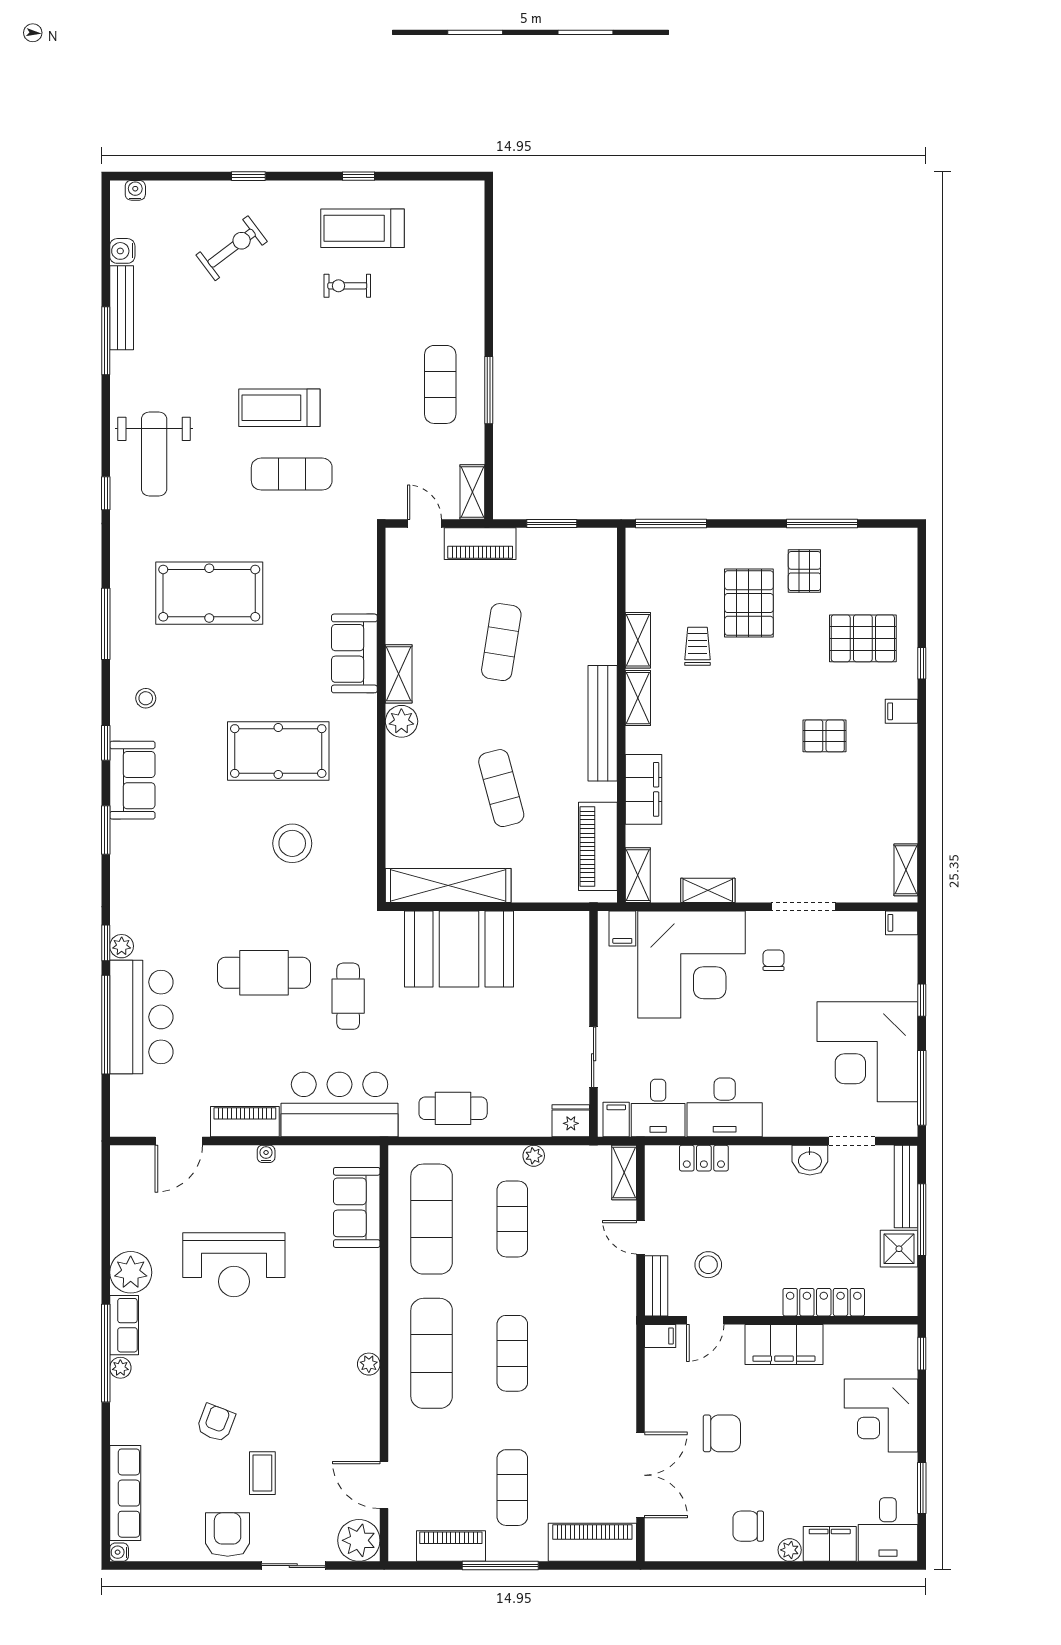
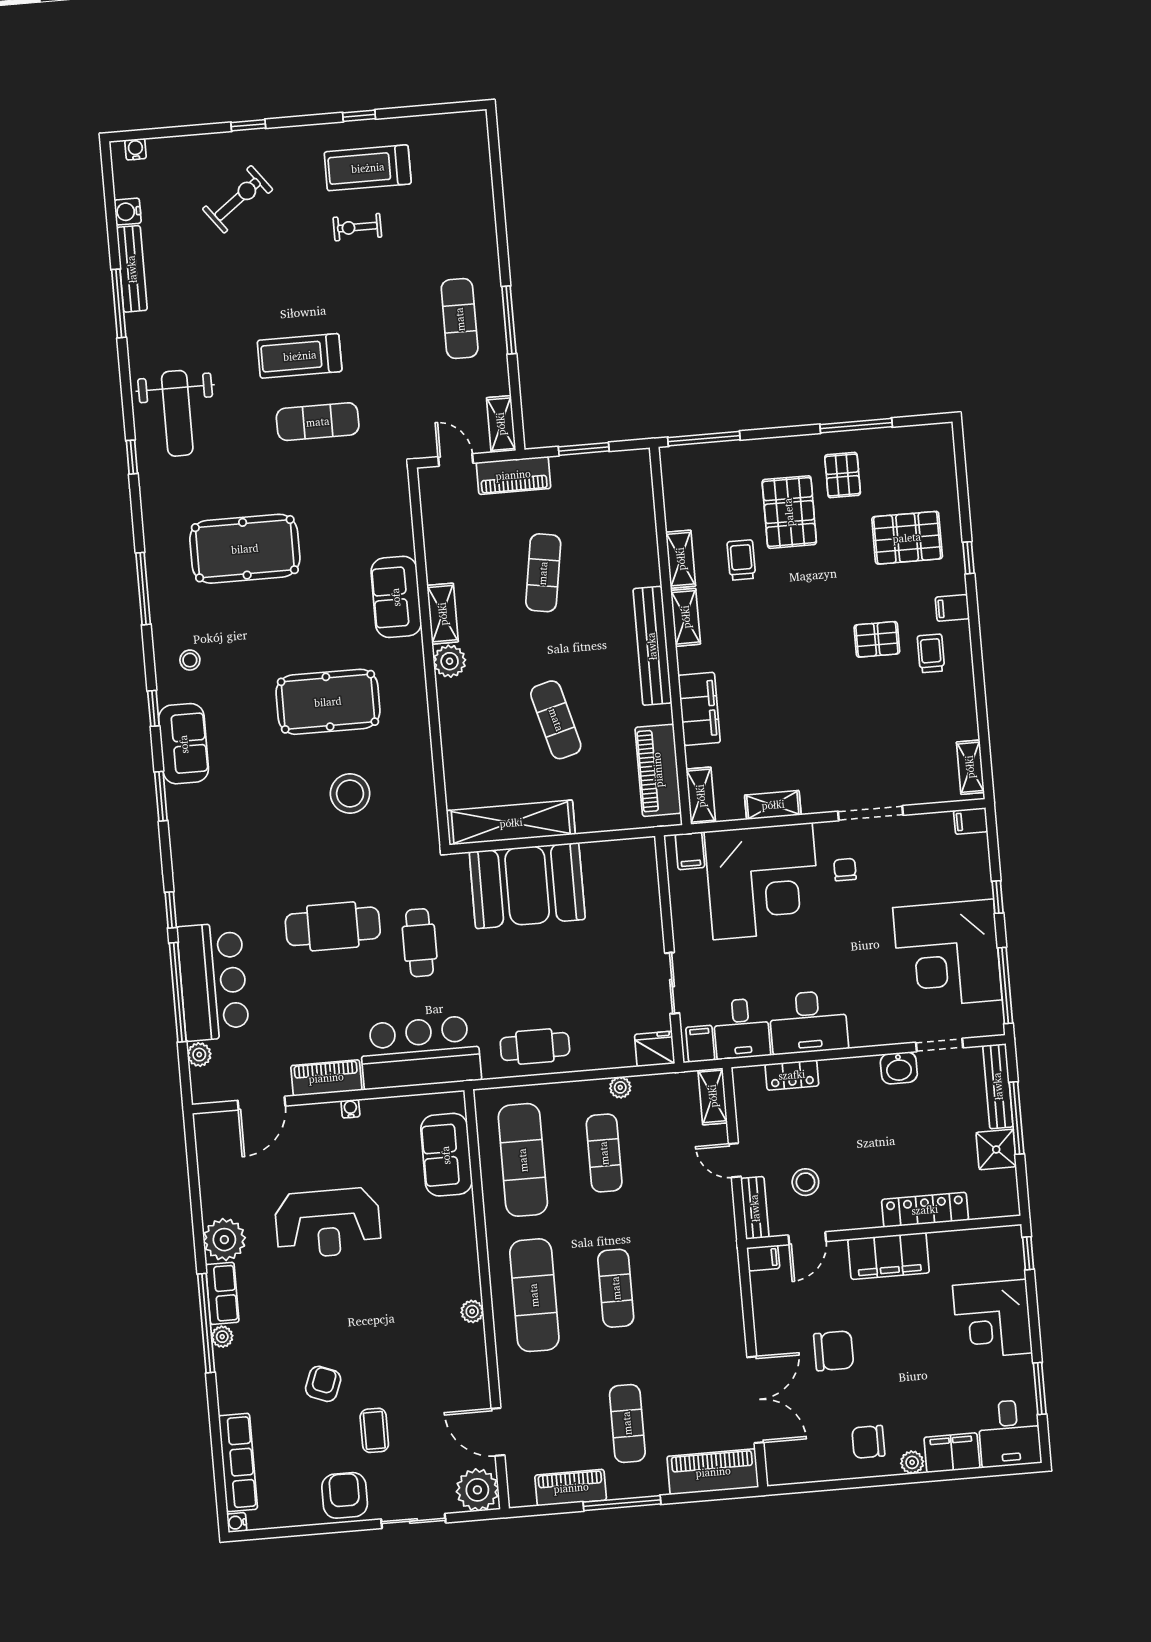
trolley: (877, 754) -> (931, 653), added
plant: (122, 946) -> (199, 1055), moved

